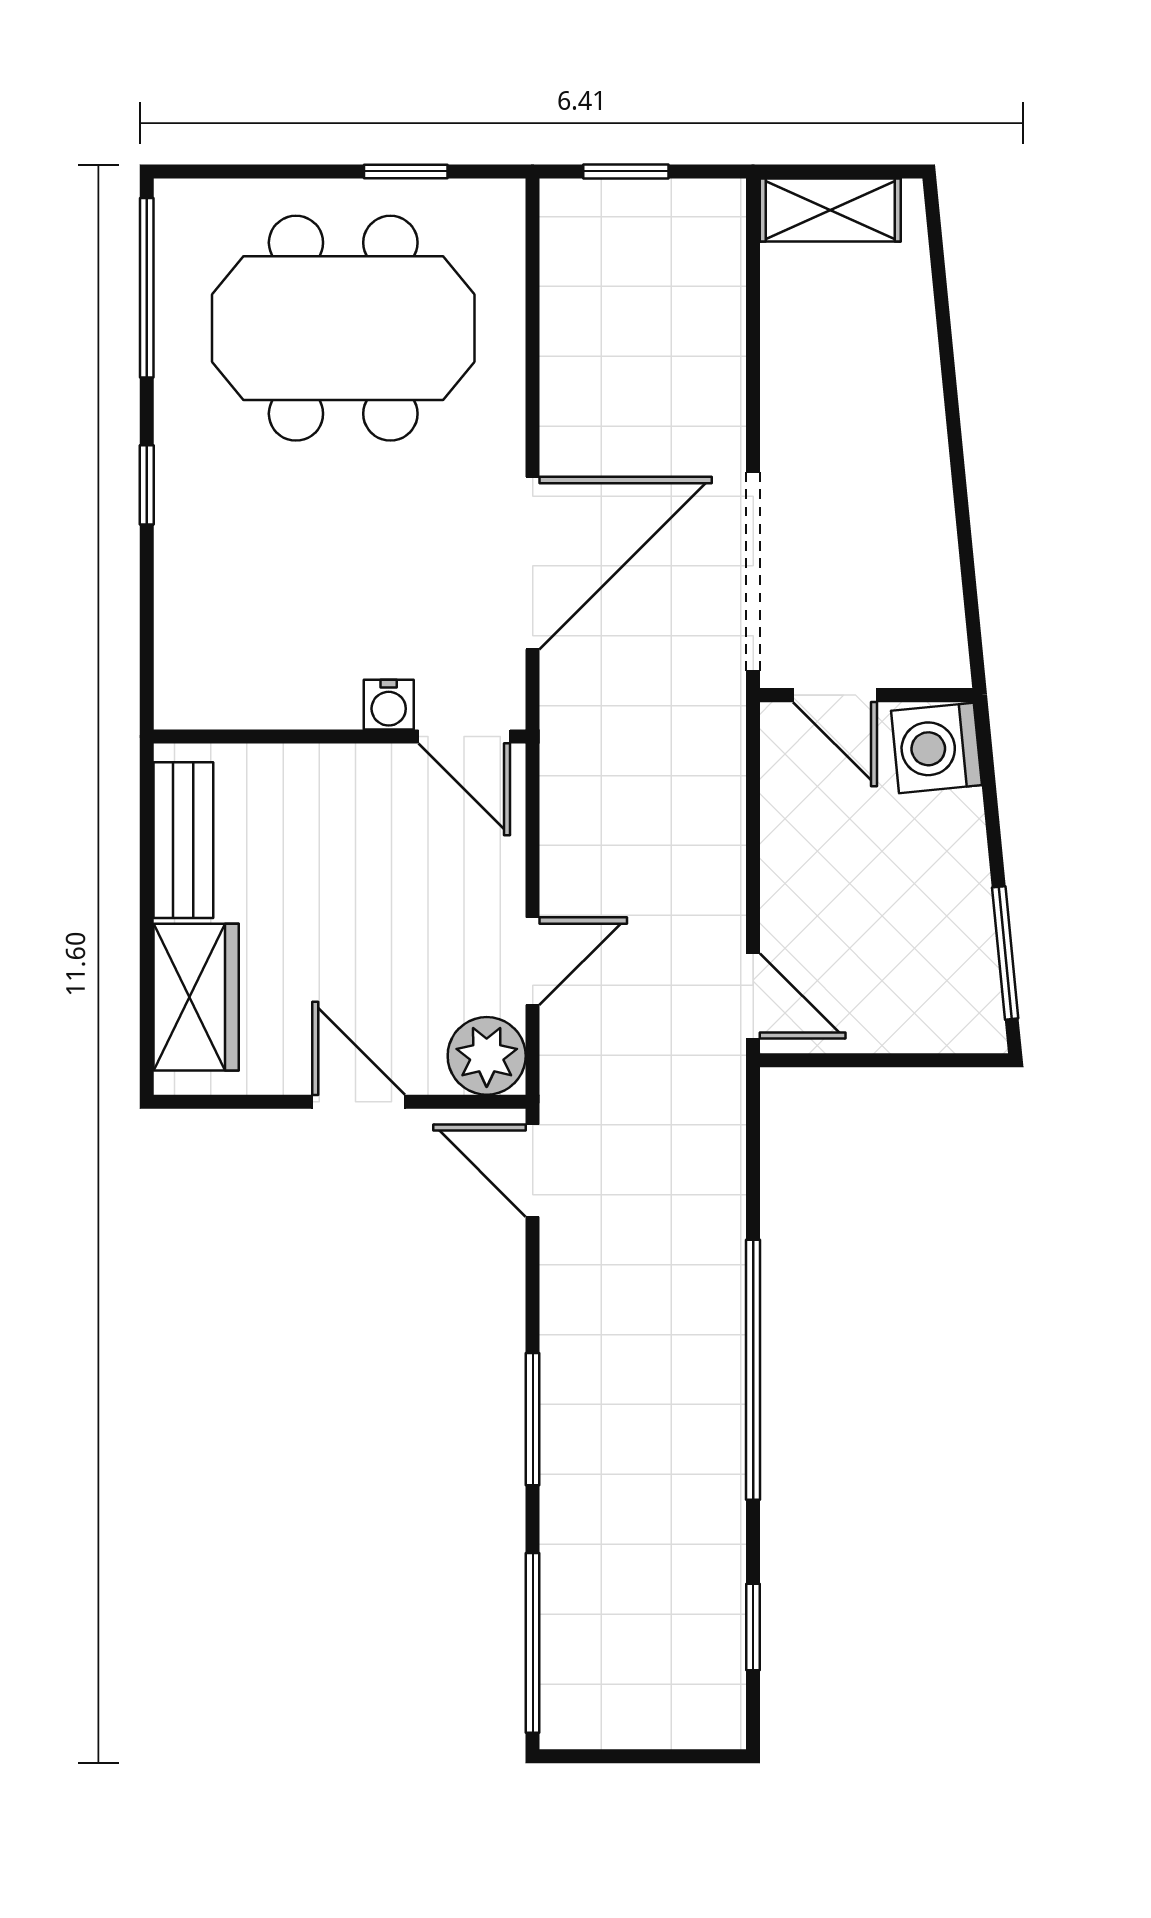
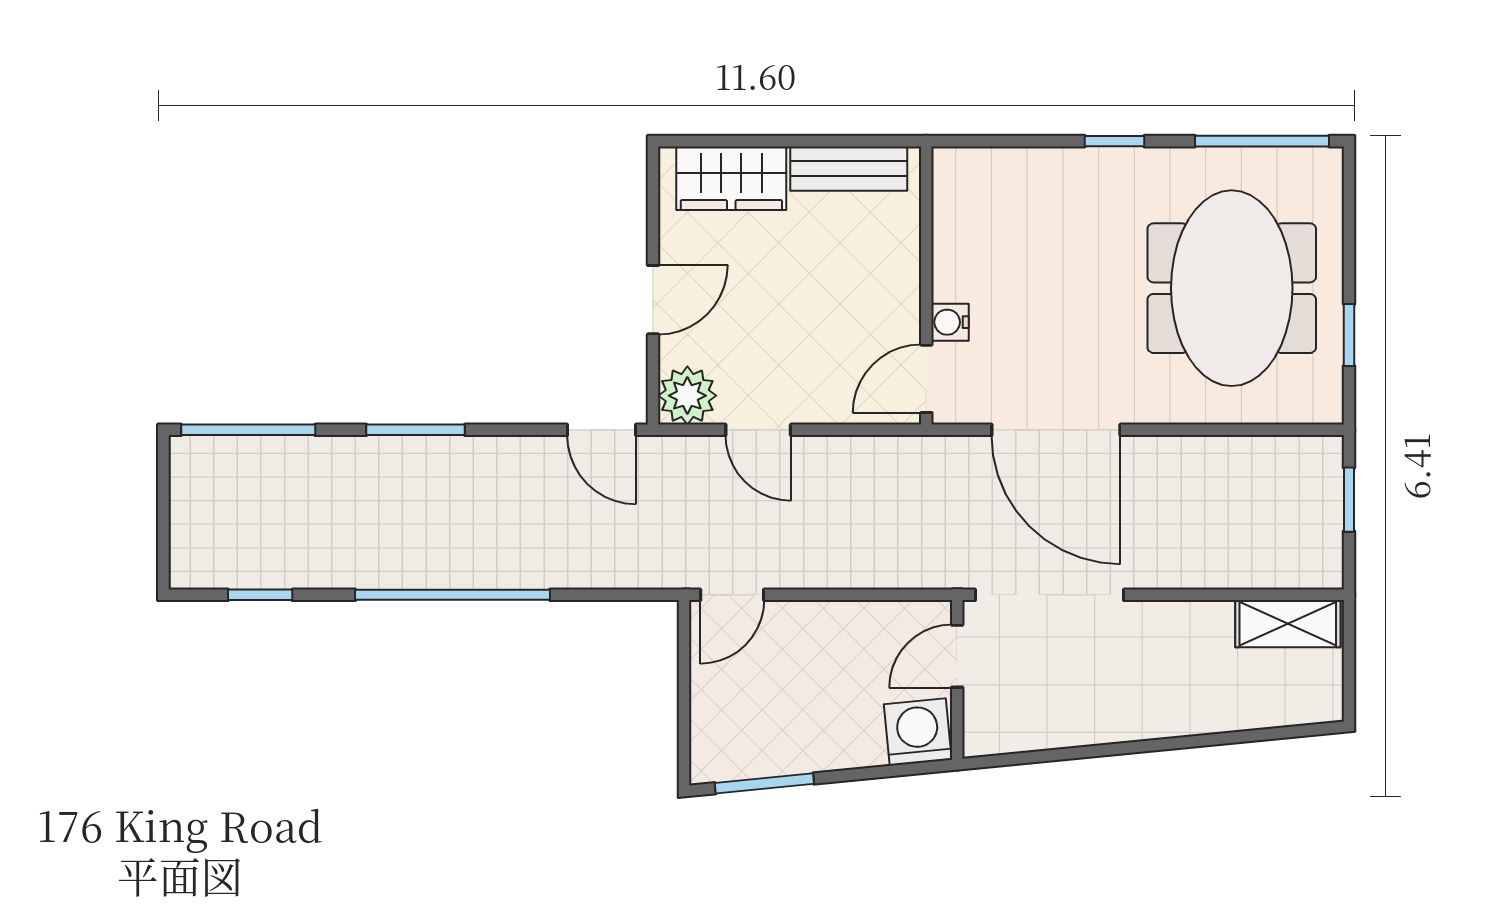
shelving: (830, 210) -> (1288, 624), moved, turned 90
door: (533, 1171) -> (602, 430), swing flipped

